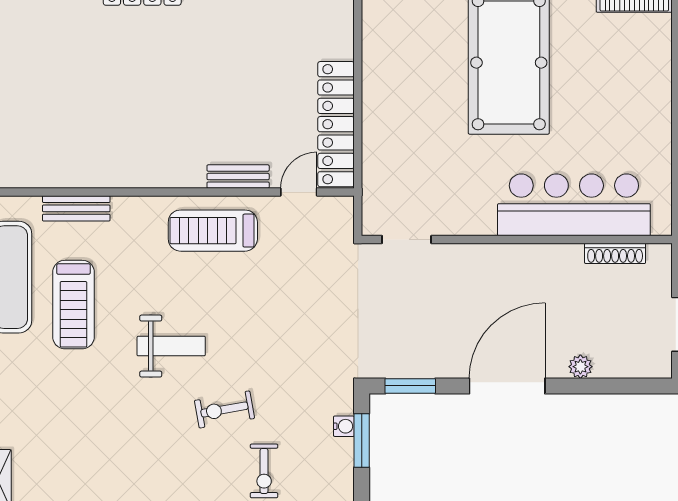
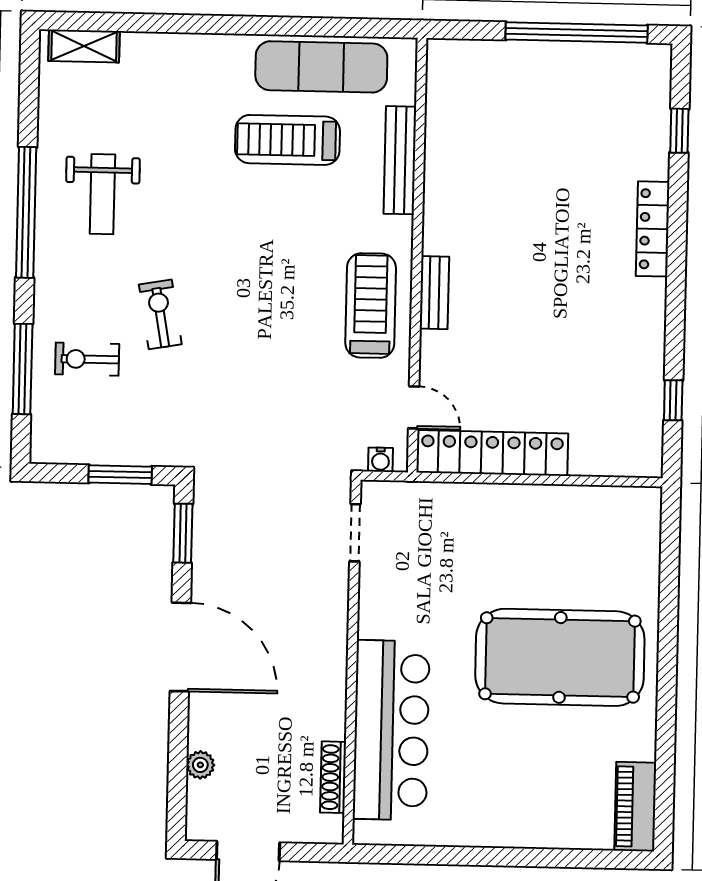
bench: (238, 177) -> (434, 293), moved
bench: (76, 208) -> (400, 160), width x1.36
weight bench: (171, 346) -> (102, 194), moved
plant: (580, 367) -> (200, 765), moved
water cooler: (344, 426) -> (381, 460), moved

